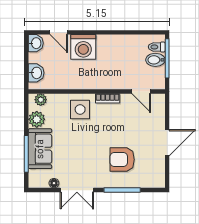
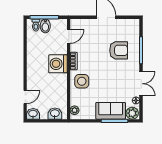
washing machine: (83, 47) -> (58, 64), moved, turned 180
plant: (37, 119) -> (132, 113), moved
armchair: (122, 160) -> (119, 50), turned -90

